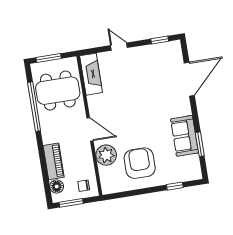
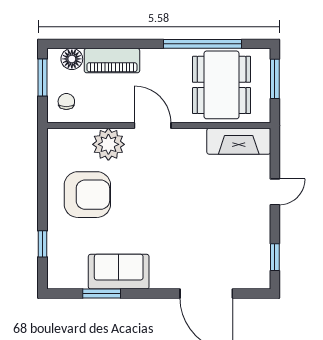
door: (90, 129) -> (153, 126), swing flipped

